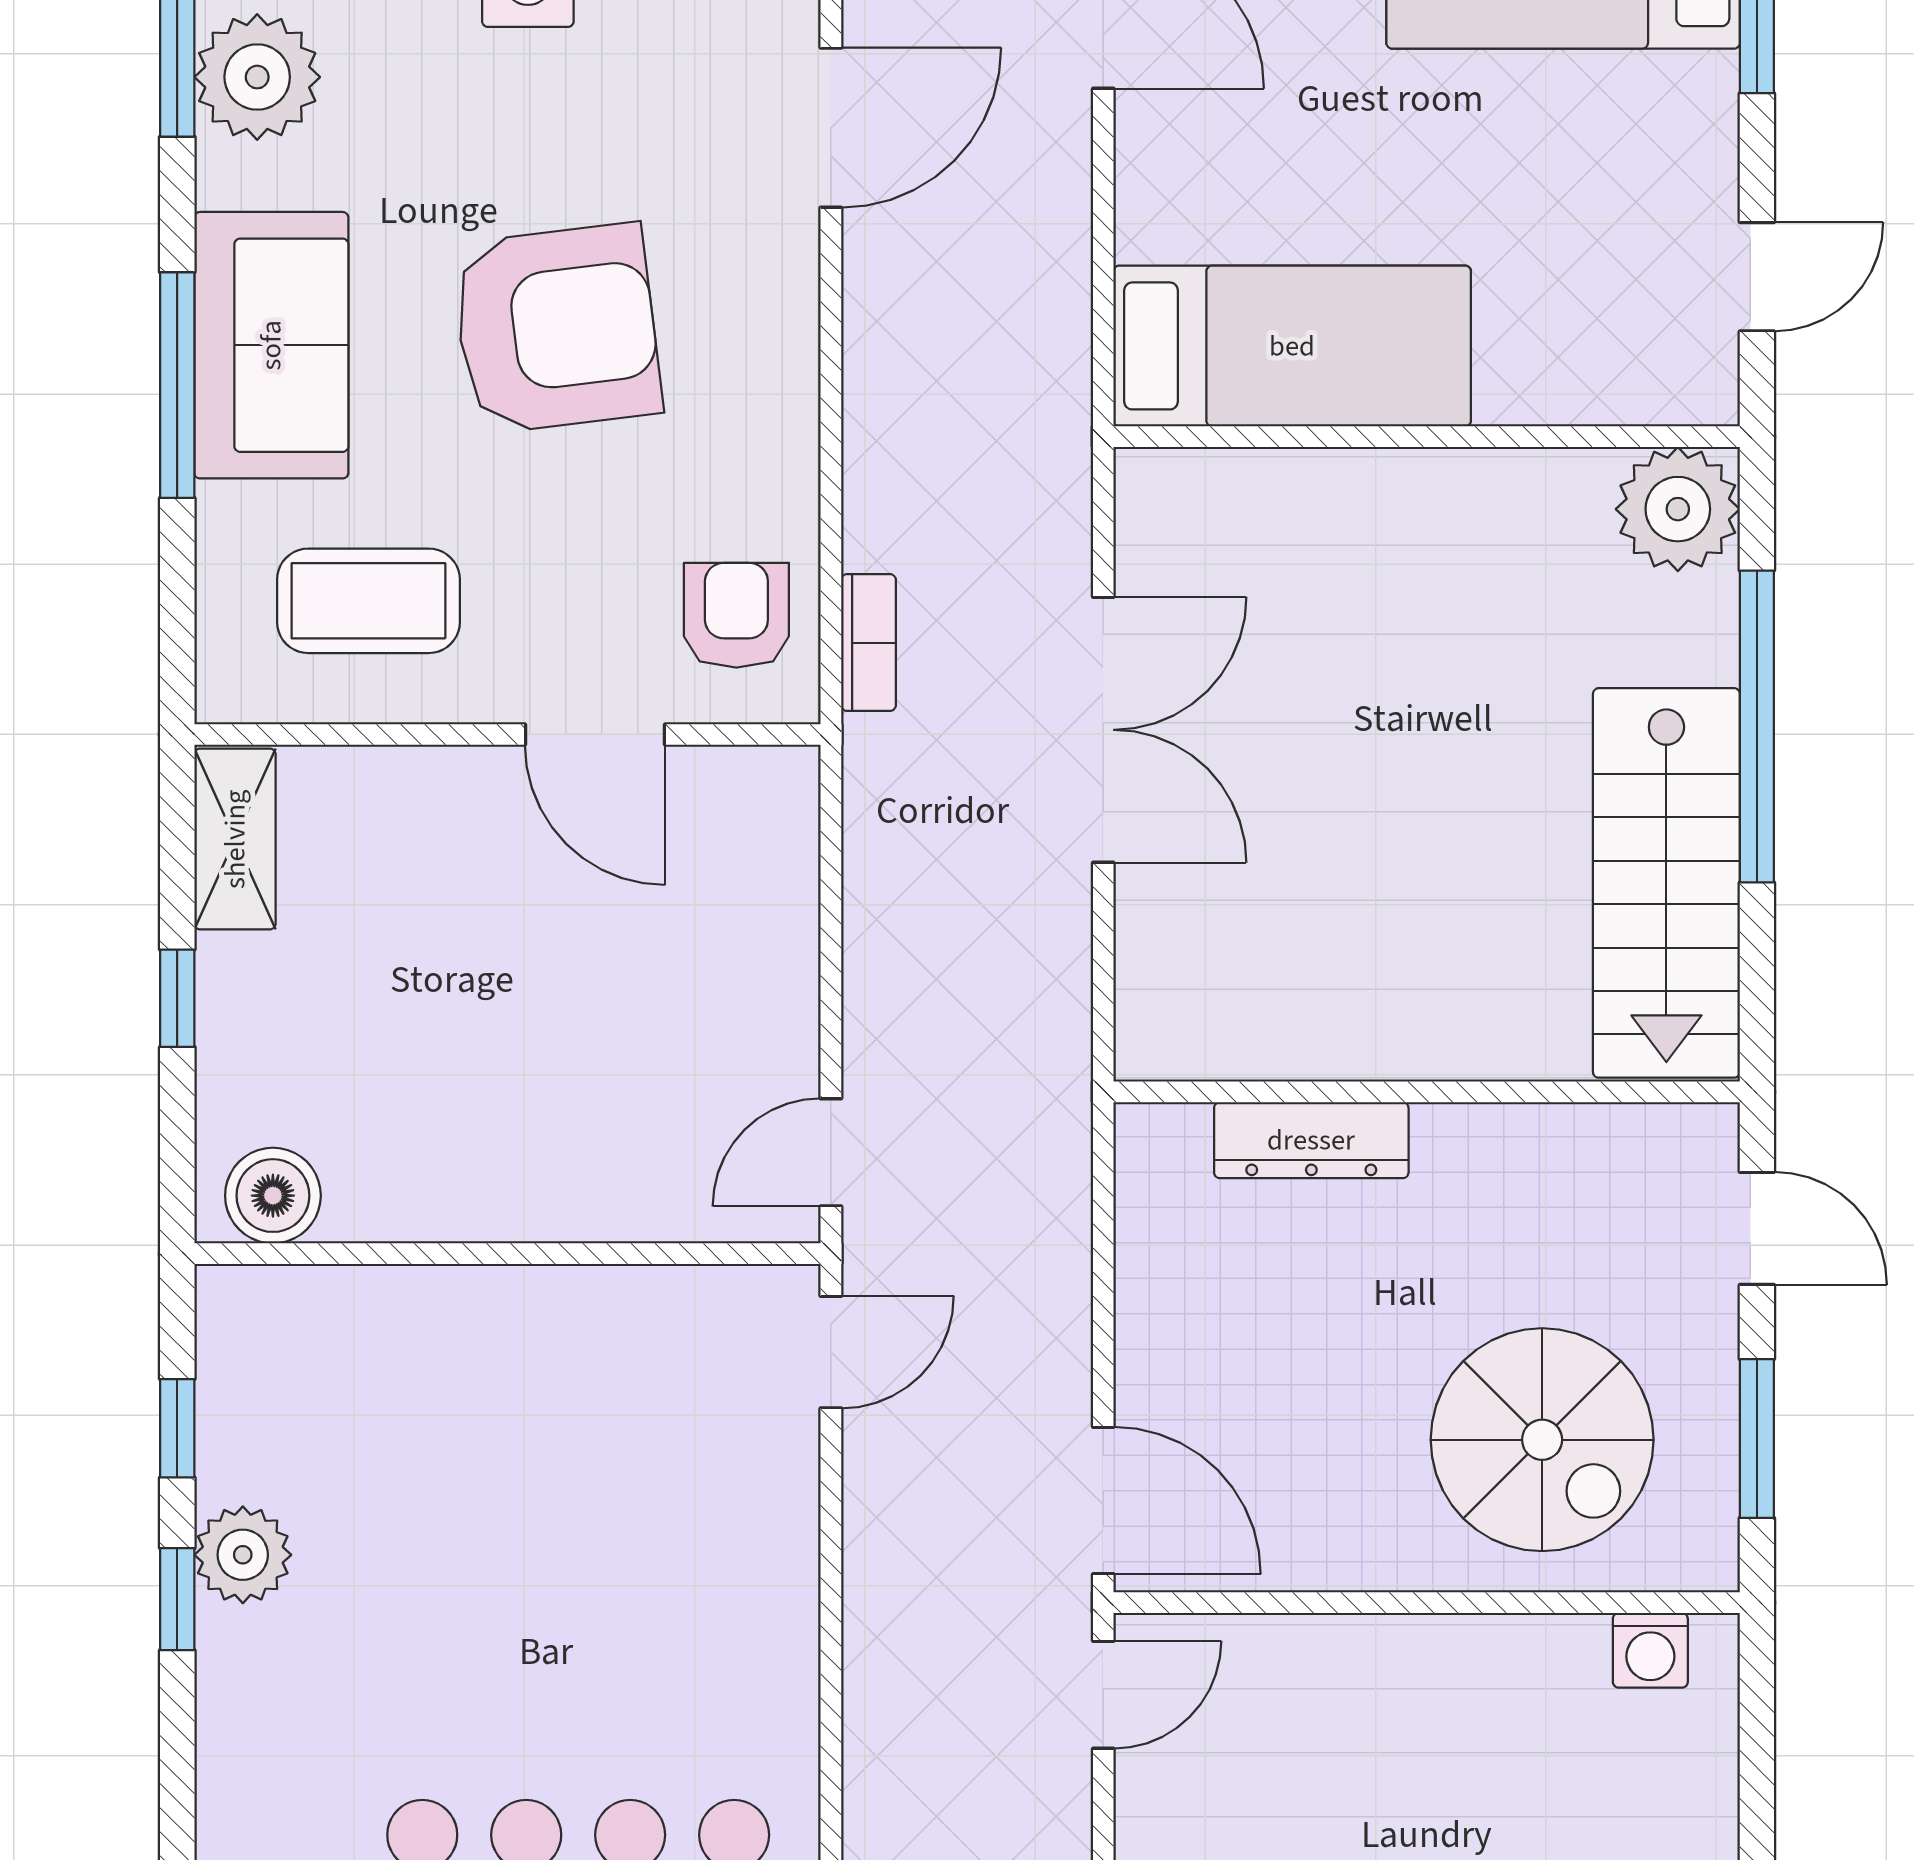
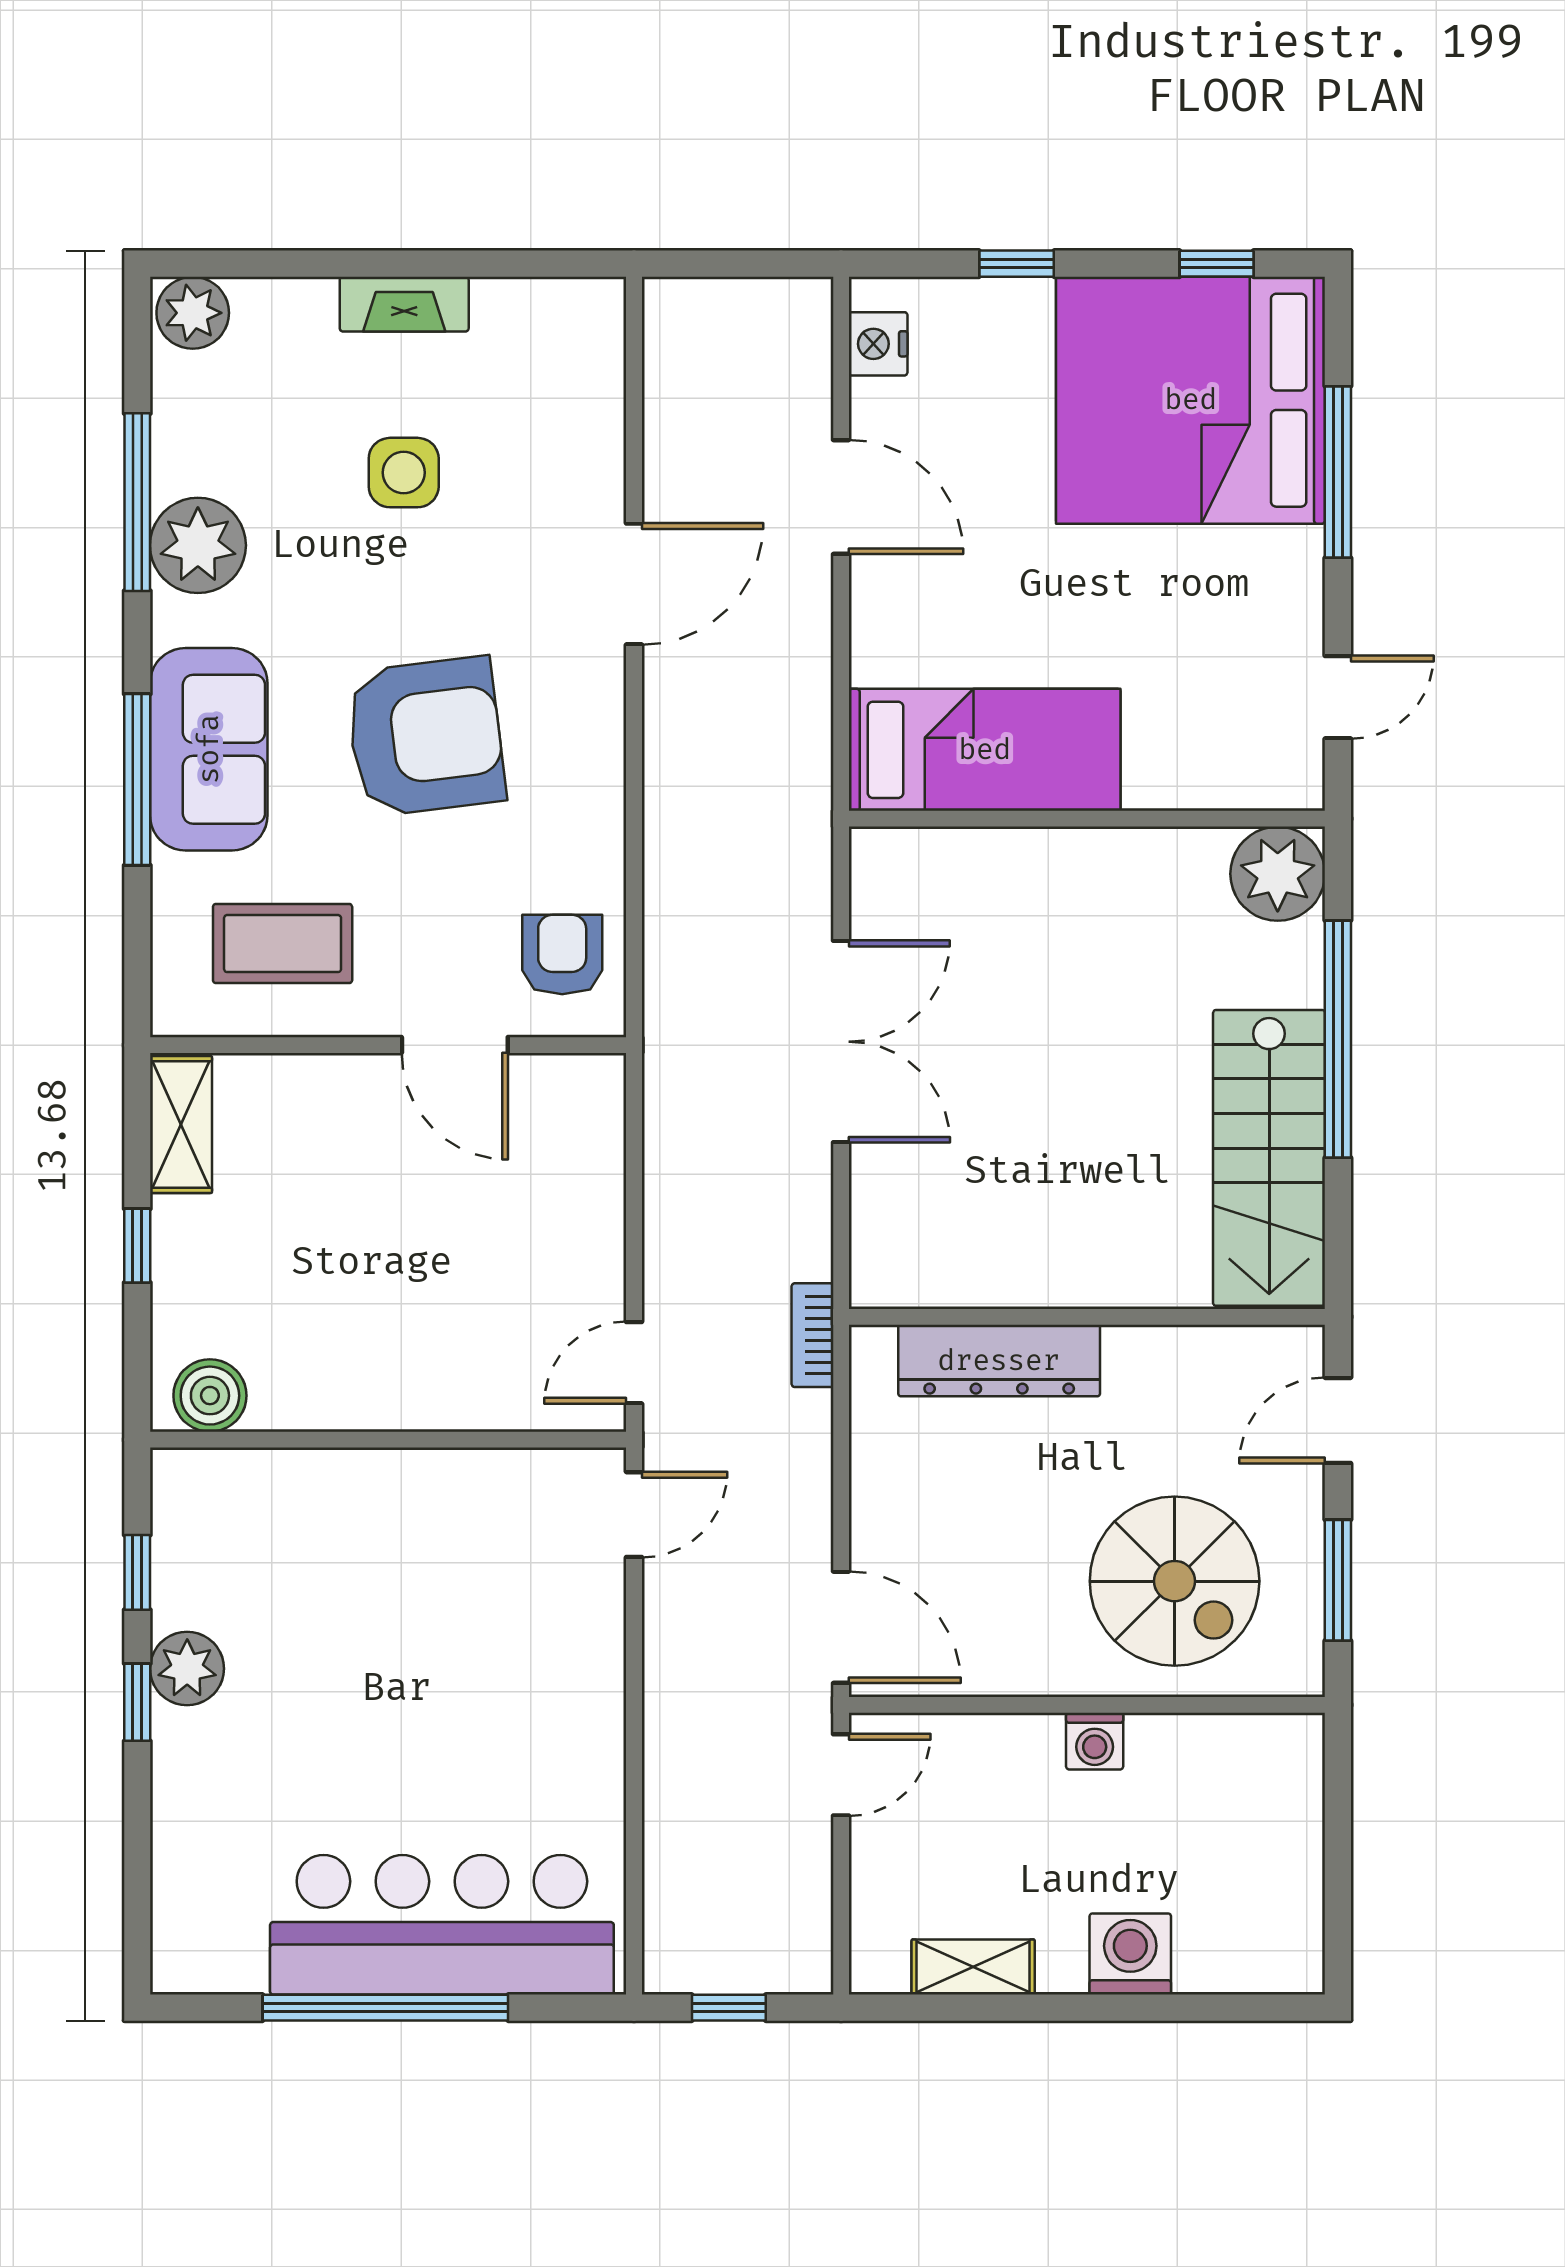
bookcase: (868, 643) -> (812, 1335), moved, turned 180
dresser: (1311, 1140) -> (999, 1361), width x1.37, depth x1.24
door: (1757, 1228) -> (1338, 1420), swing flipped
washing machine: (1650, 1650) -> (1095, 1741), moved

